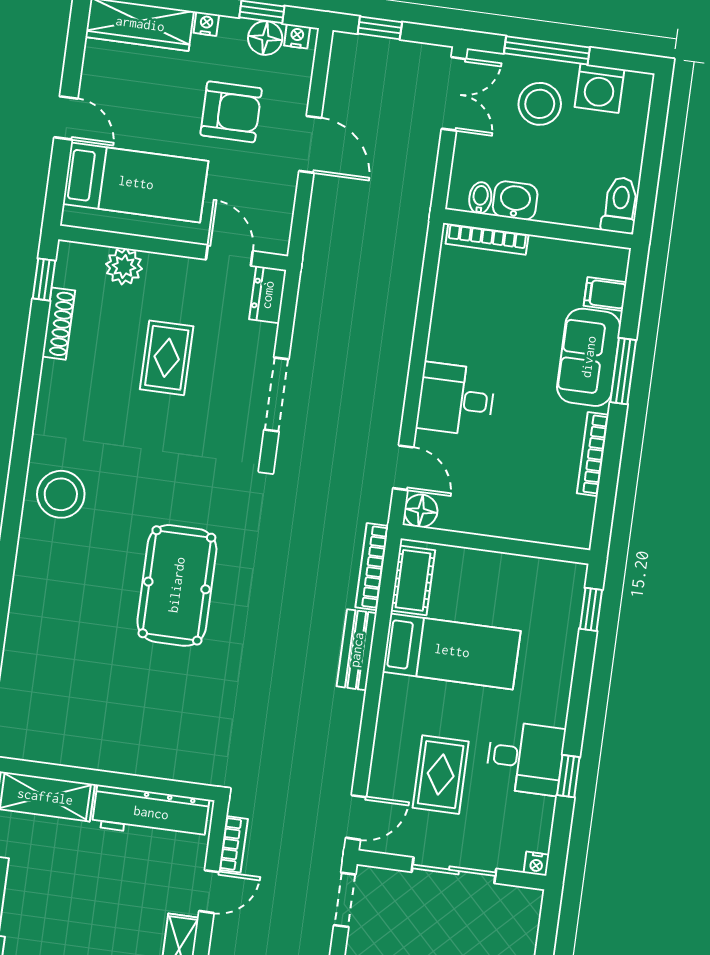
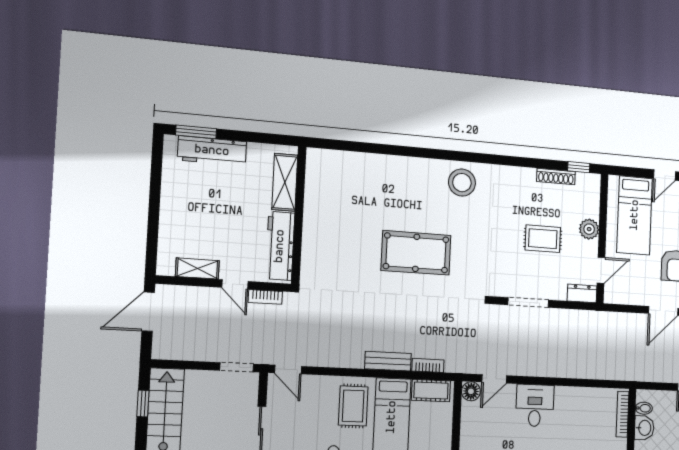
plant: (124, 266) -> (589, 229), moved
bookcase: (372, 567) -> (428, 365), width x0.64
rug: (441, 775) -> (353, 406), moved, turned 90

